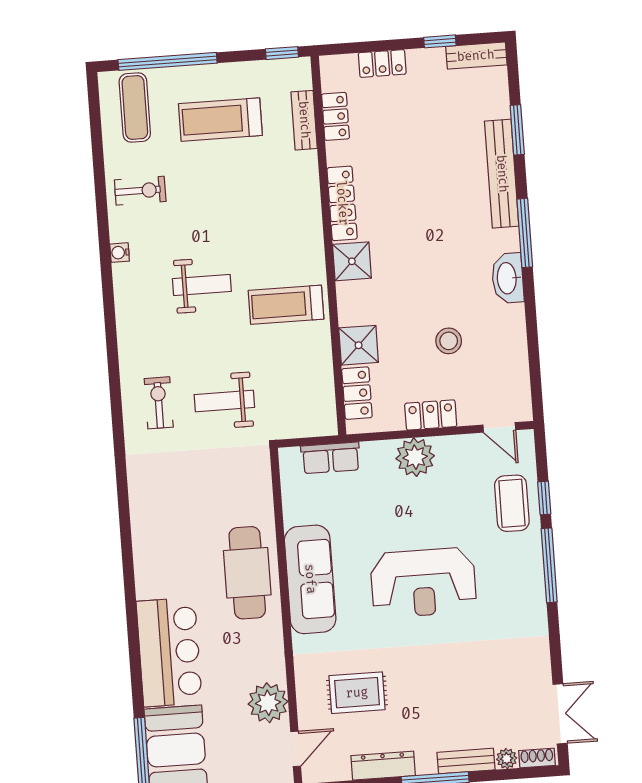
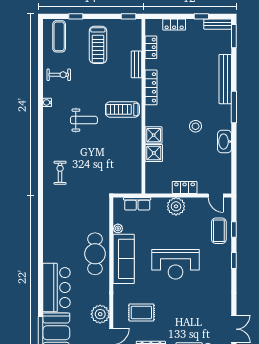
window: (168, 61) -> (76, 16), width x0.32
treadmill: (220, 120) -> (98, 45), turned -90
bench: (304, 120) -> (136, 64), moved
window: (517, 130) -> (234, 36), moved
shower: (352, 261) -> (154, 135), moved
washbasin: (508, 278) -> (224, 142), moved
treadmill: (286, 305) -> (122, 109), moved
stool: (449, 341) -> (196, 126), moved
locker: (357, 393) -> (151, 175), removed
weight bench: (224, 401) -> (90, 174), removed
plant: (293, 514) -> (118, 228), added
window: (549, 565) -> (234, 260), width x0.46

